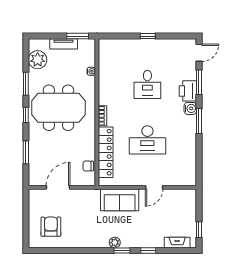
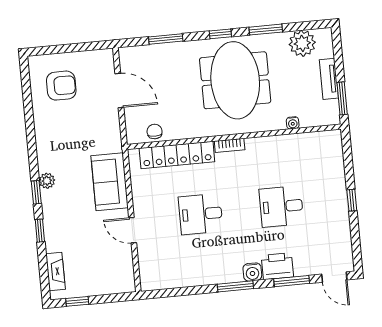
desk: (147, 140) -> (201, 214), width x0.73

